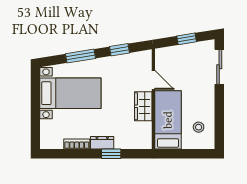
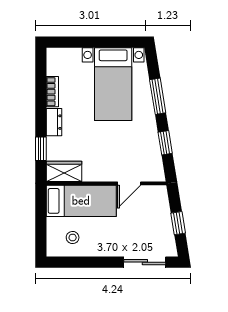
wardrobe: (143, 106) -> (64, 171), moved
window: (111, 154) -> (41, 149), moved

